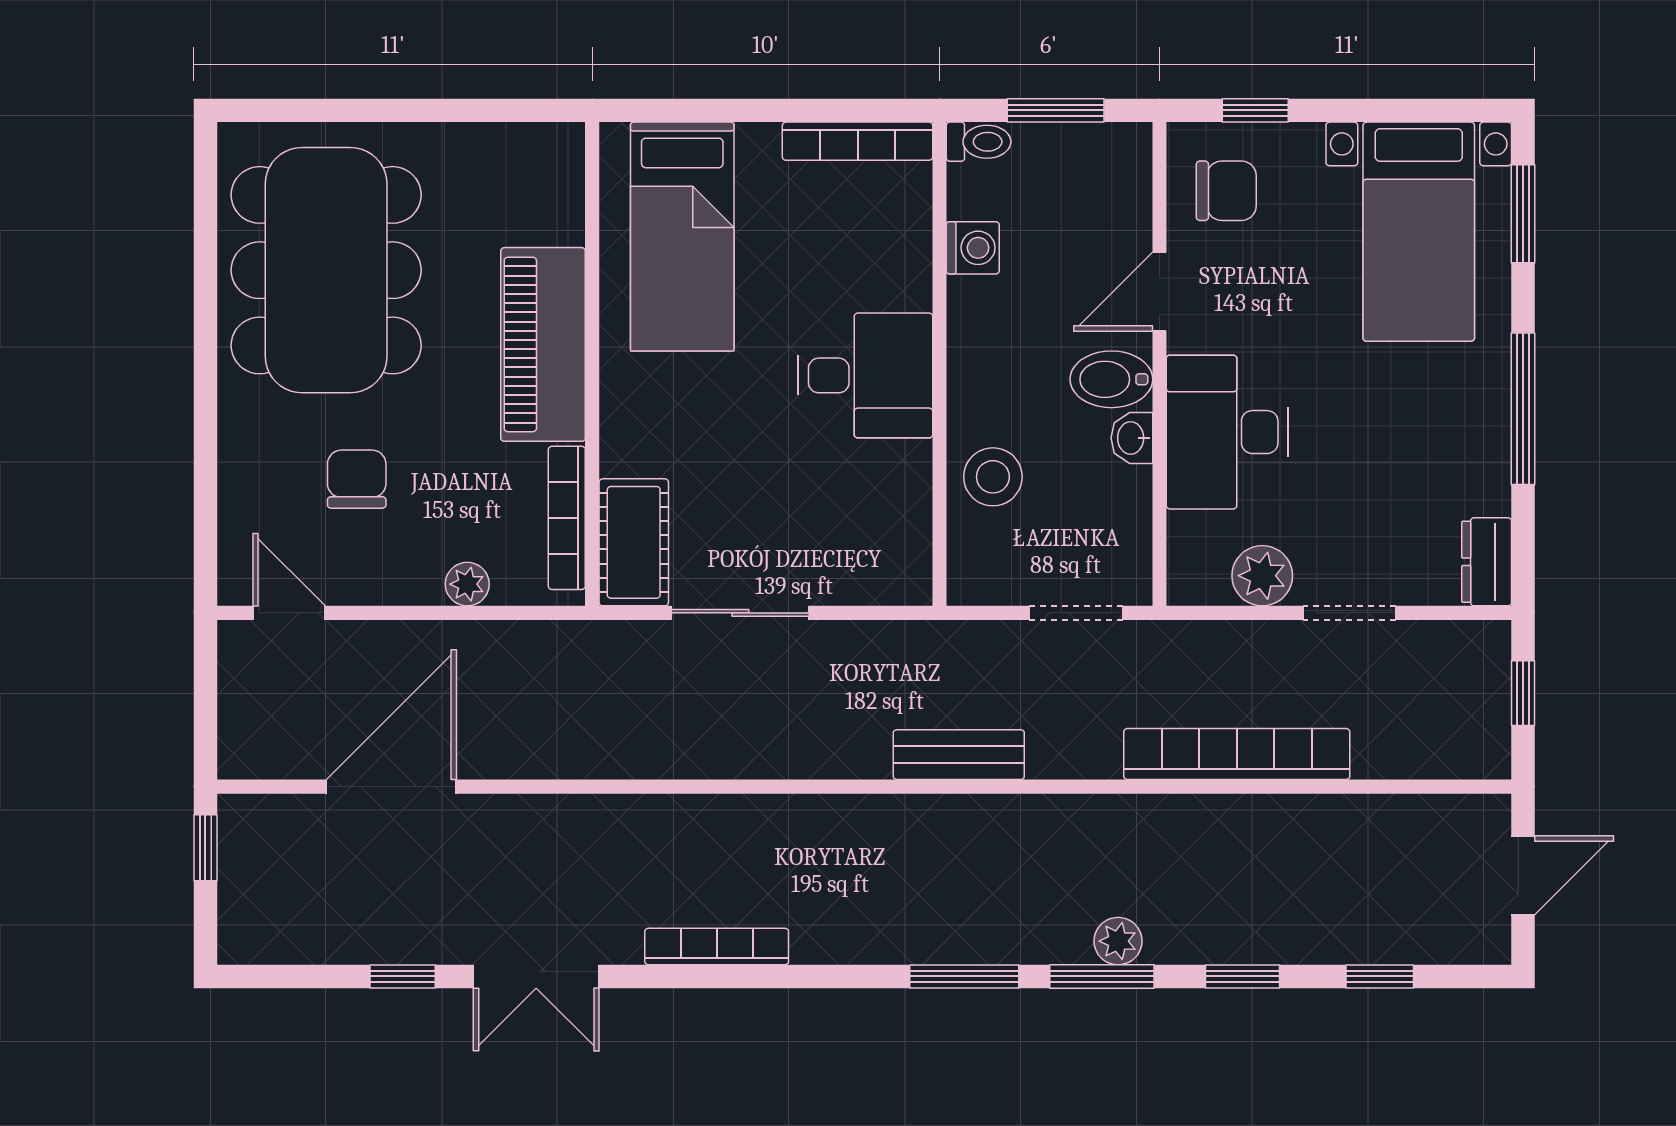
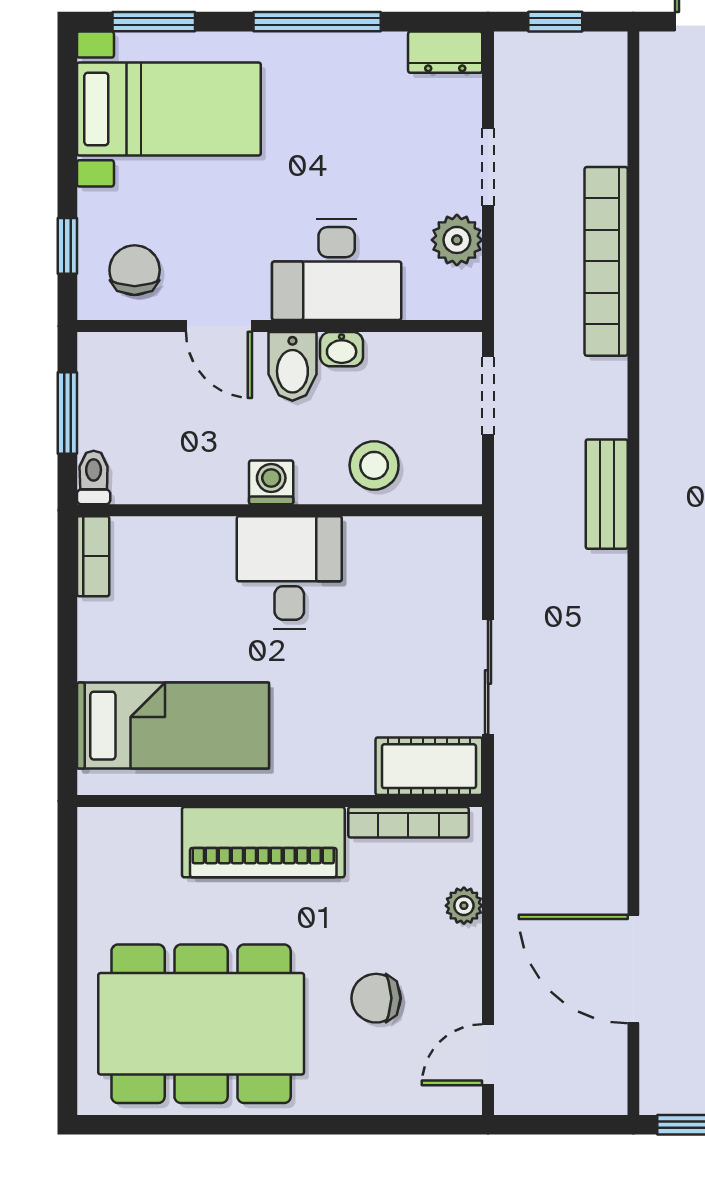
bookcase: (858, 141) -> (93, 556), width x0.64
washing machine: (973, 248) -> (271, 482), moved

